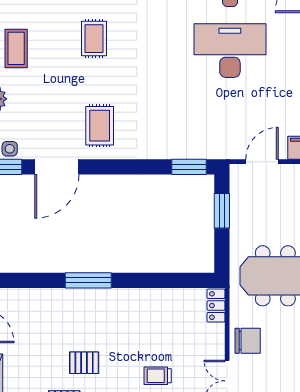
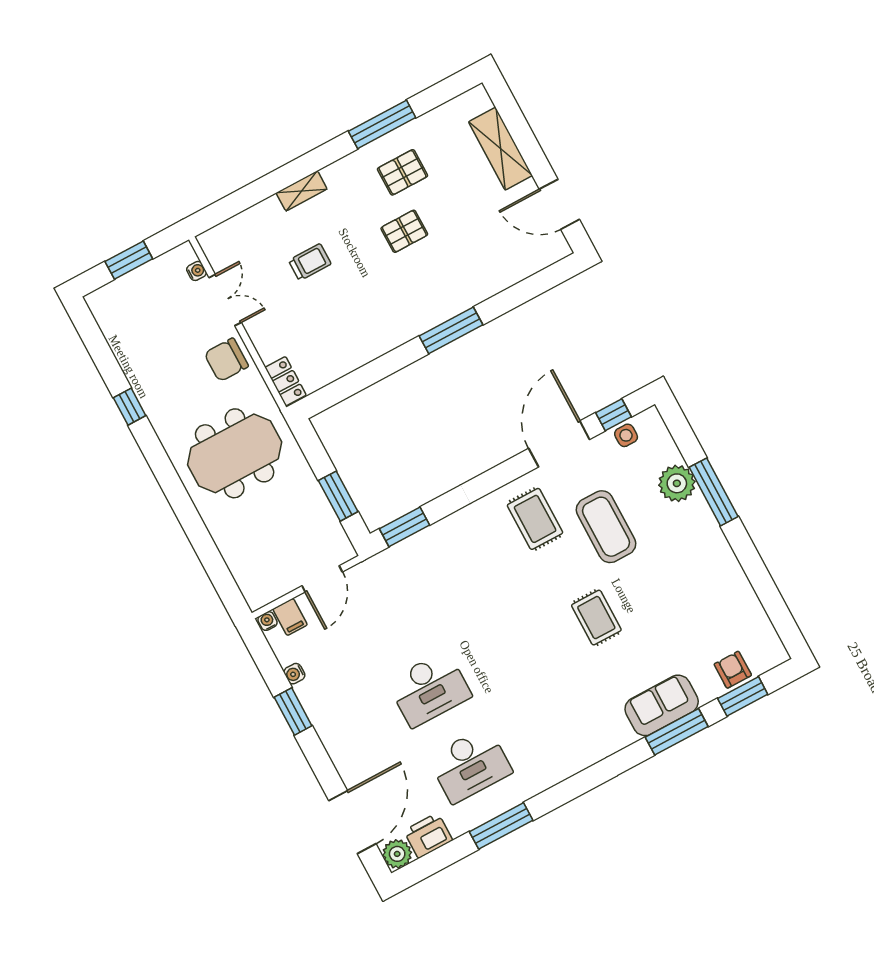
coffee table: (16, 48) -> (606, 527), moved, width x1.36, depth x1.32
desk: (230, 51) -> (429, 689), width x0.73, depth x0.77

